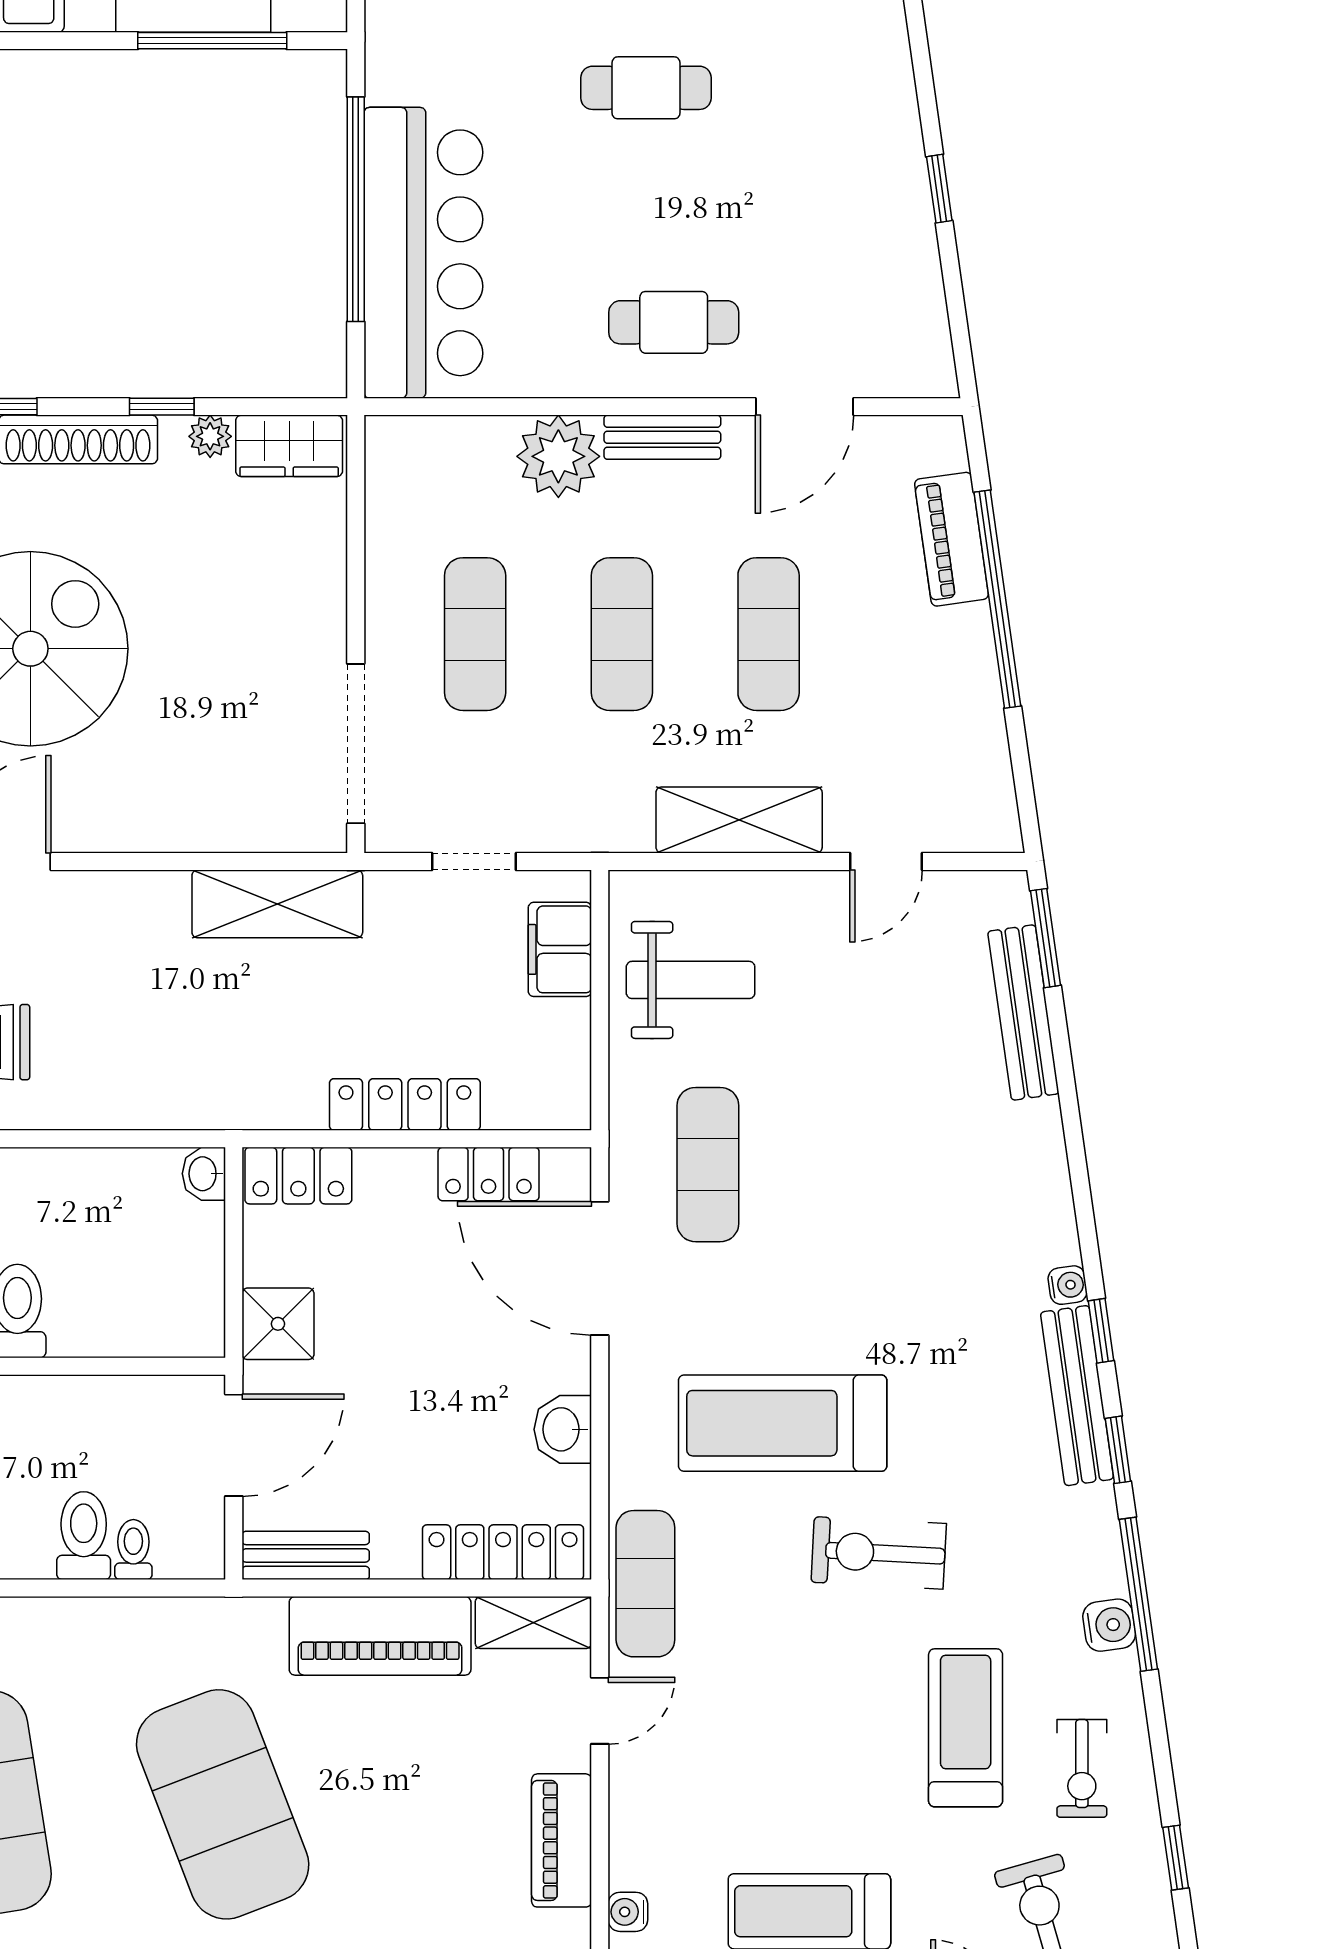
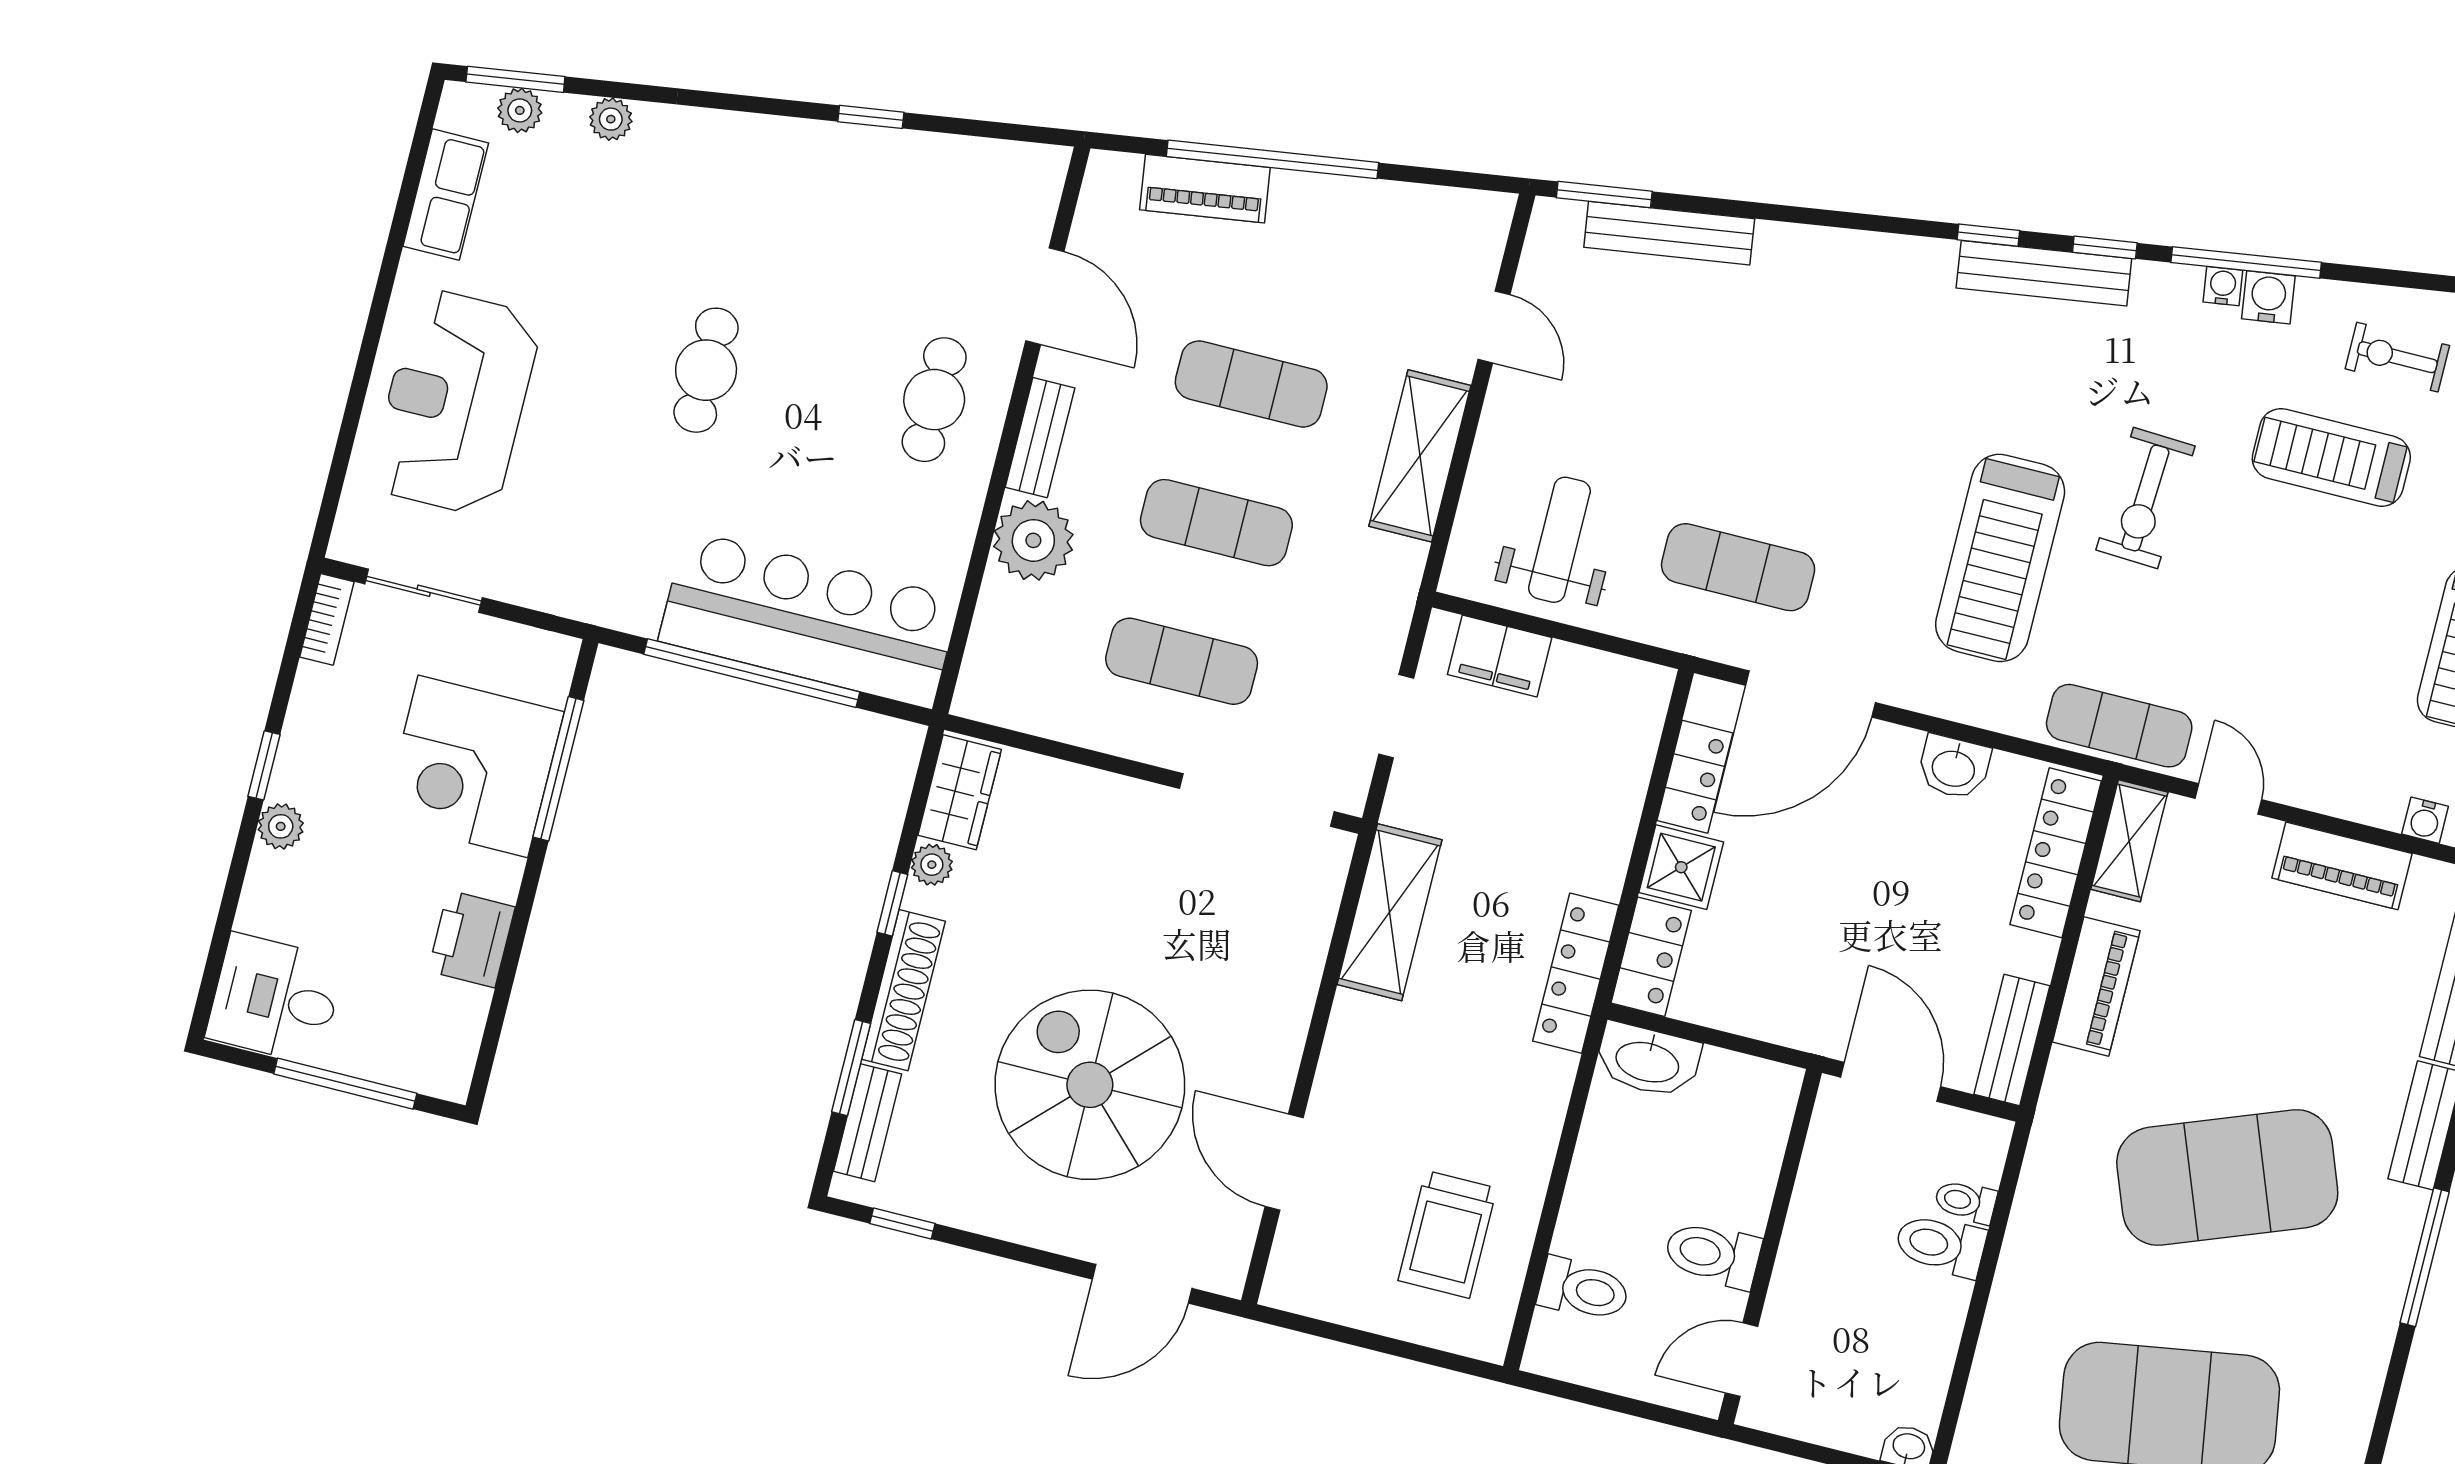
locker: (405, 1104) -> (1576, 973), moved
washbasin: (204, 1174) -> (1648, 1060), width x1.91, depth x1.45
water cooler: (1068, 1285) -> (2223, 286), moved
shower: (278, 1324) -> (1681, 867), moved
piano: (380, 1636) -> (2096, 986), width x0.73, depth x0.75
exercise bike: (1082, 1768) -> (2397, 357), turned 180

